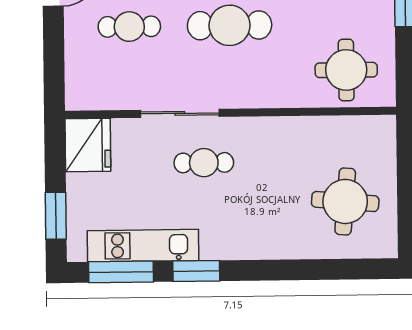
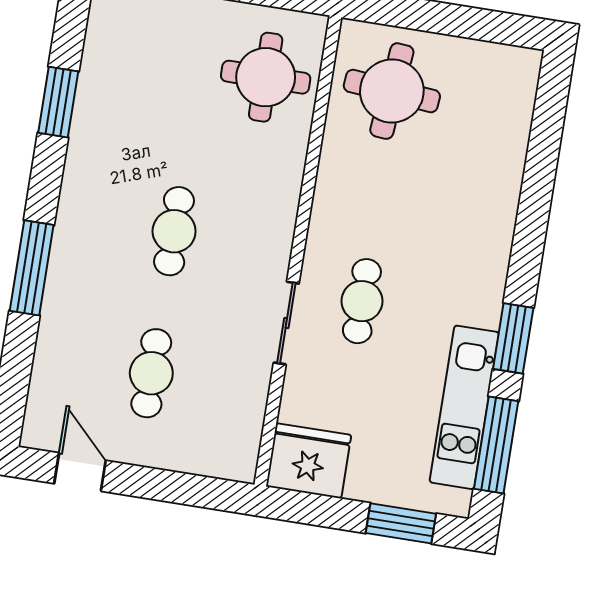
cafe table: (230, 25) -> (174, 231), width x0.73, depth x0.74
sliding door: (180, 113) -> (286, 323), width x0.73
round table: (345, 201) -> (392, 91), moved

